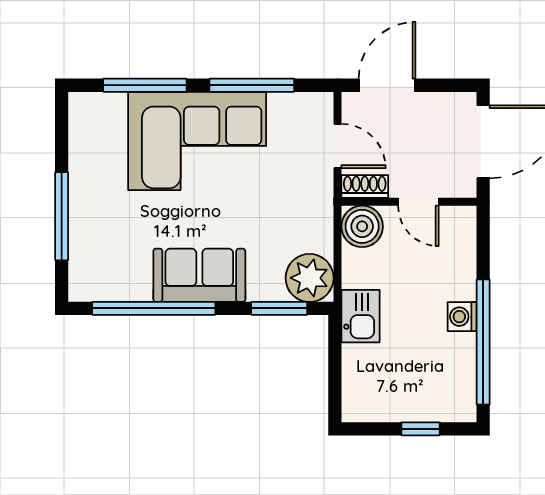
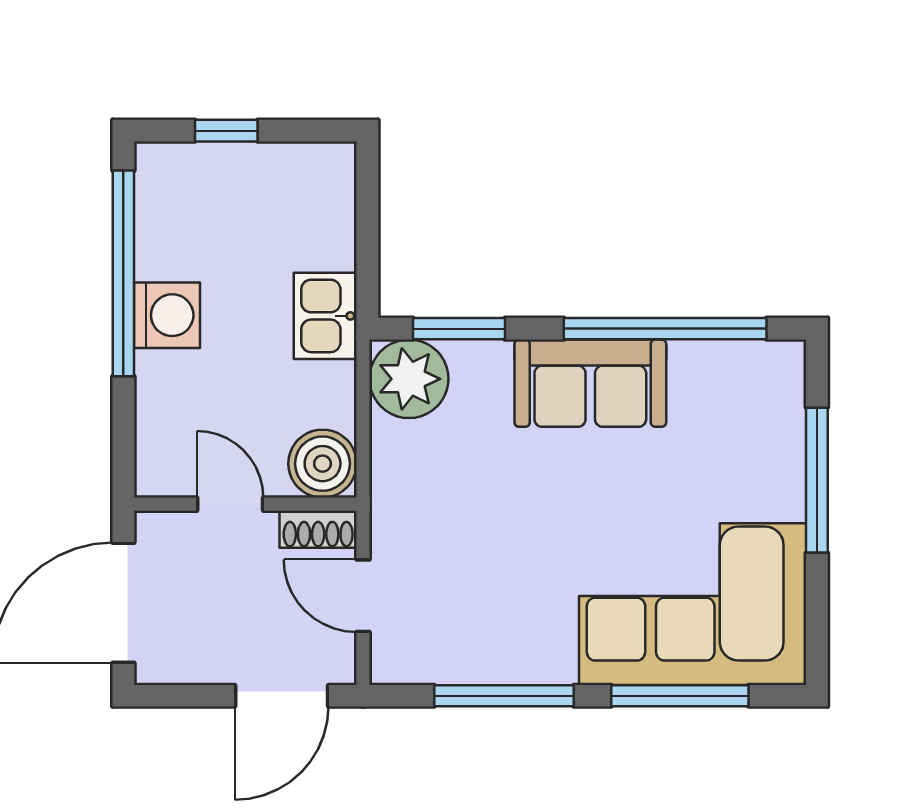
corner sofa: (197, 141) -> (693, 604), moved
washing machine: (462, 317) -> (167, 315), width x1.38, depth x1.38

